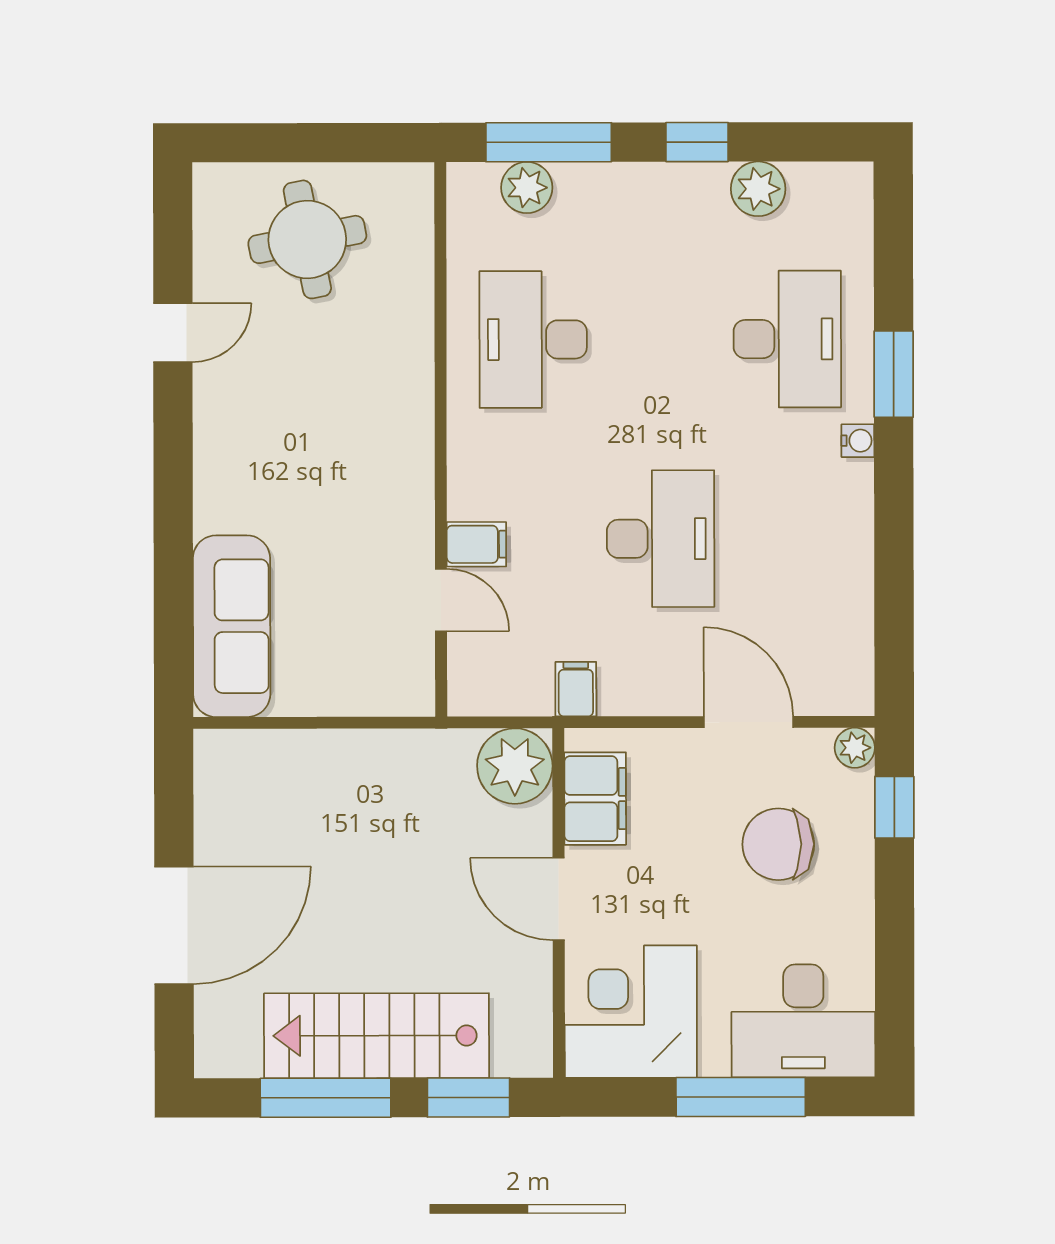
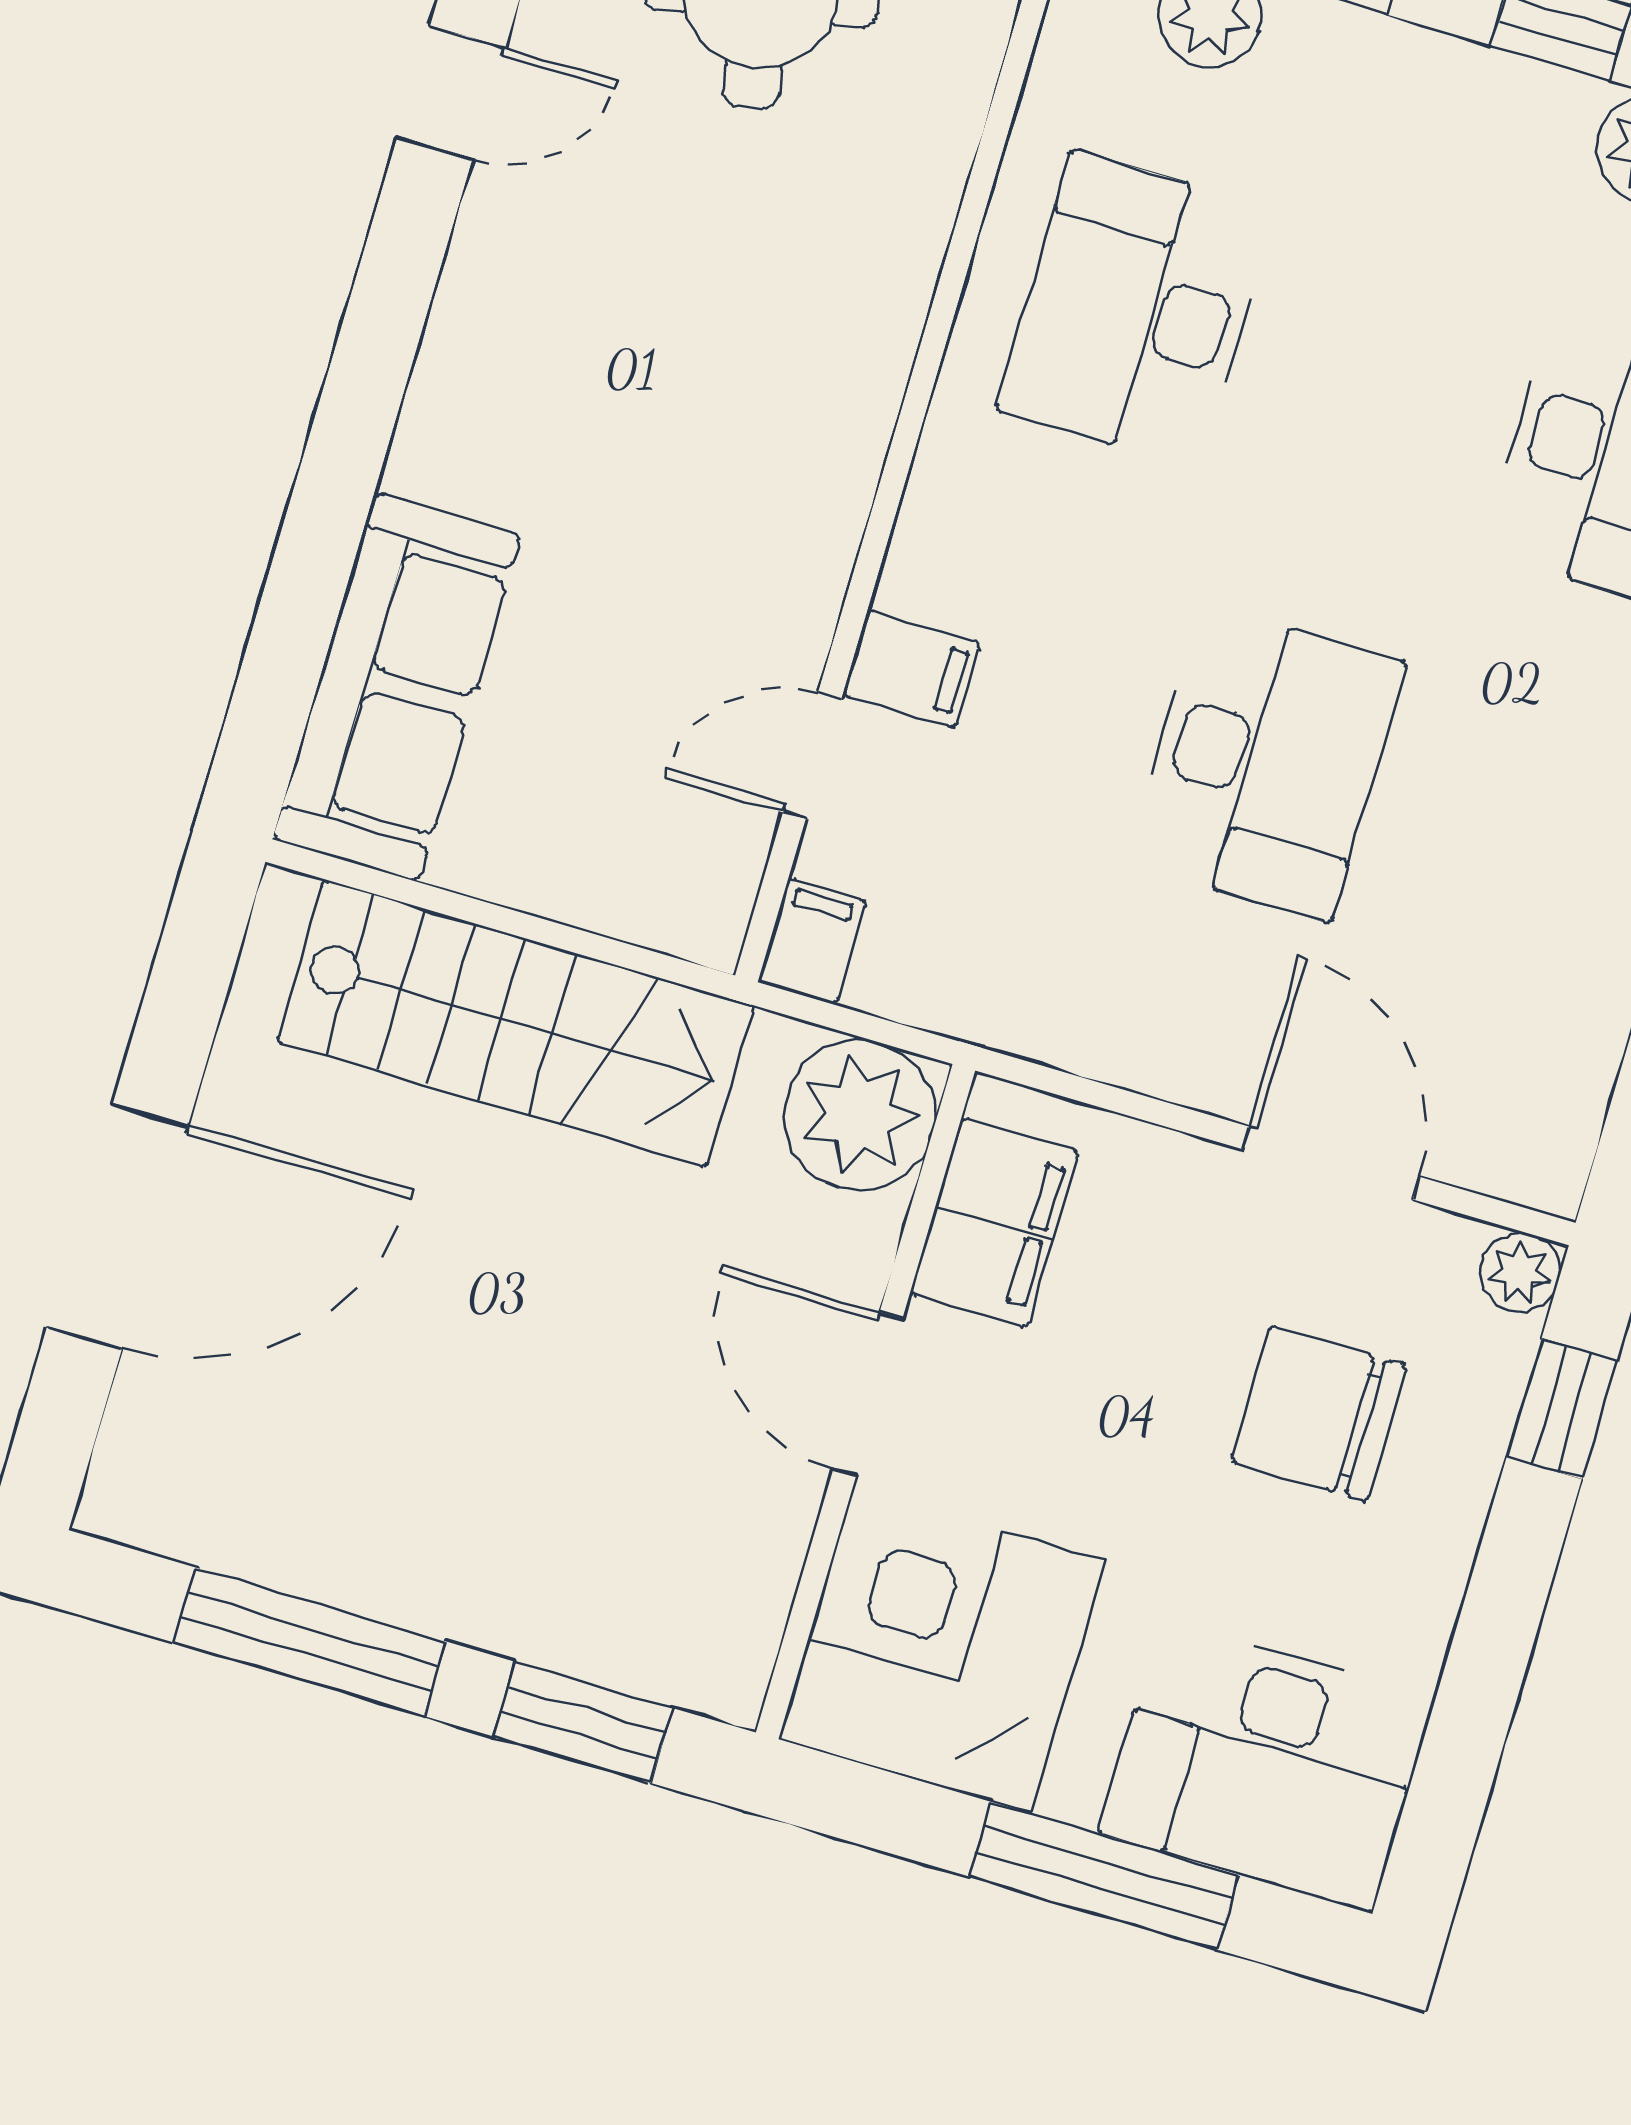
door: (441, 600) -> (812, 756), swing flipped
filing cabinet: (576, 689) -> (812, 941), moved
stairs: (377, 1036) -> (515, 1023), moved, turned 180

